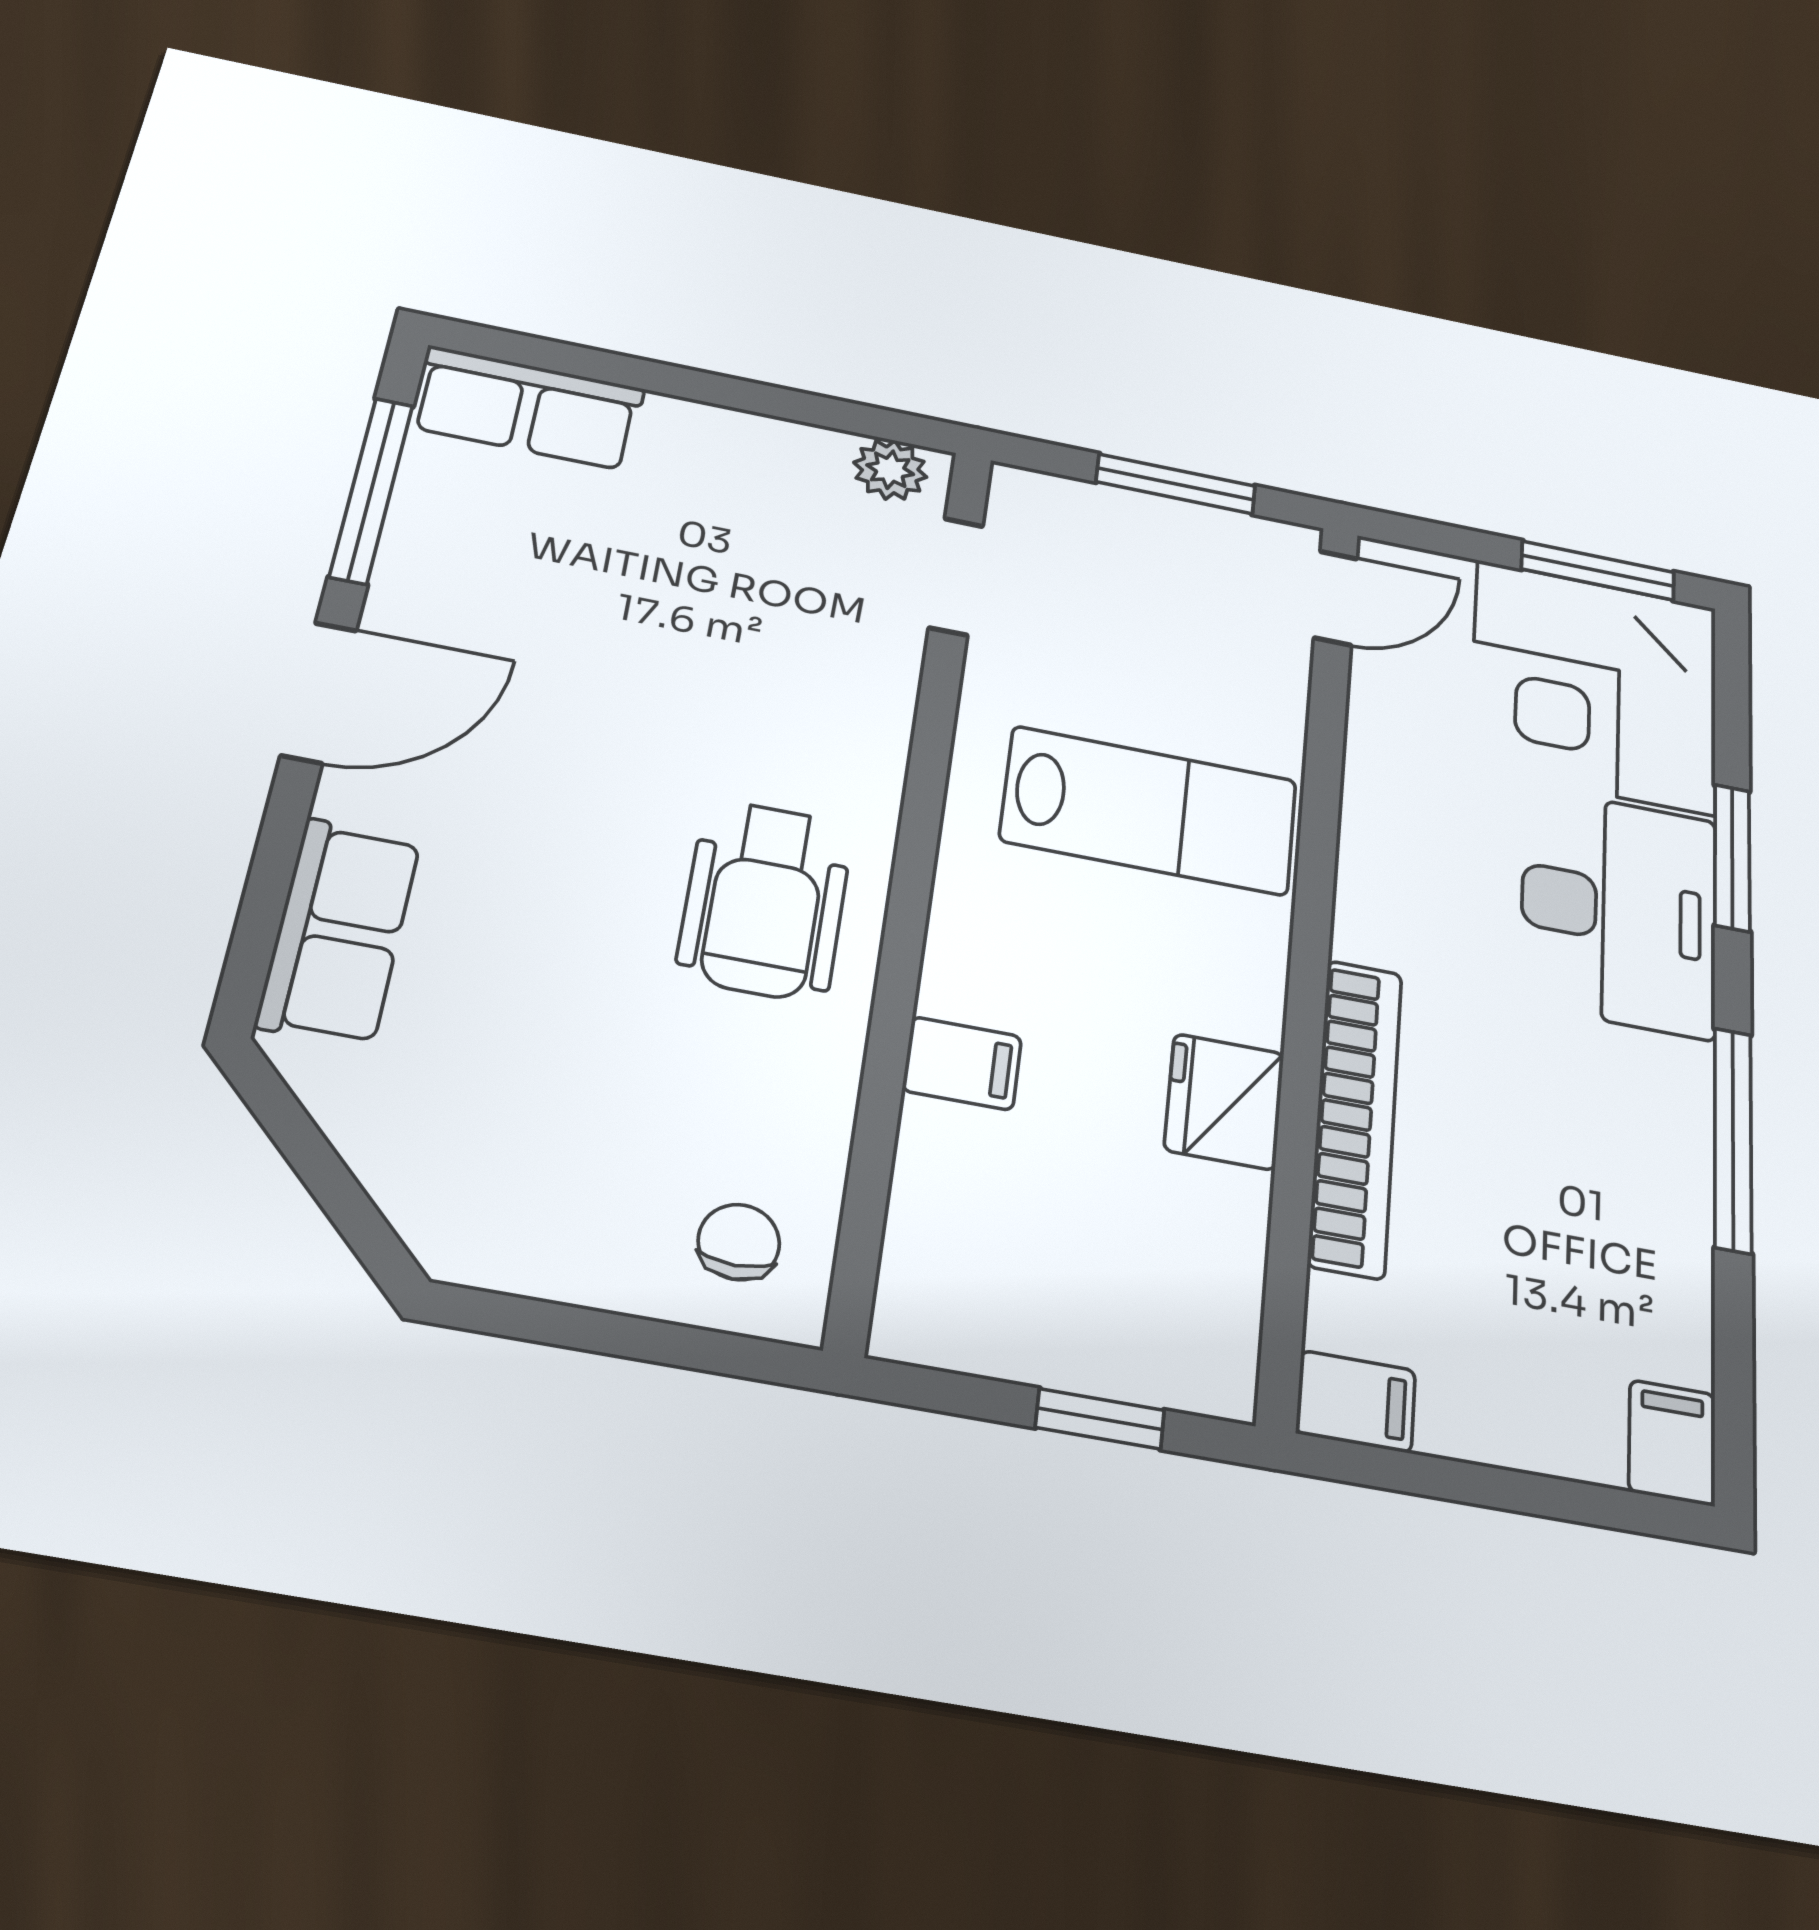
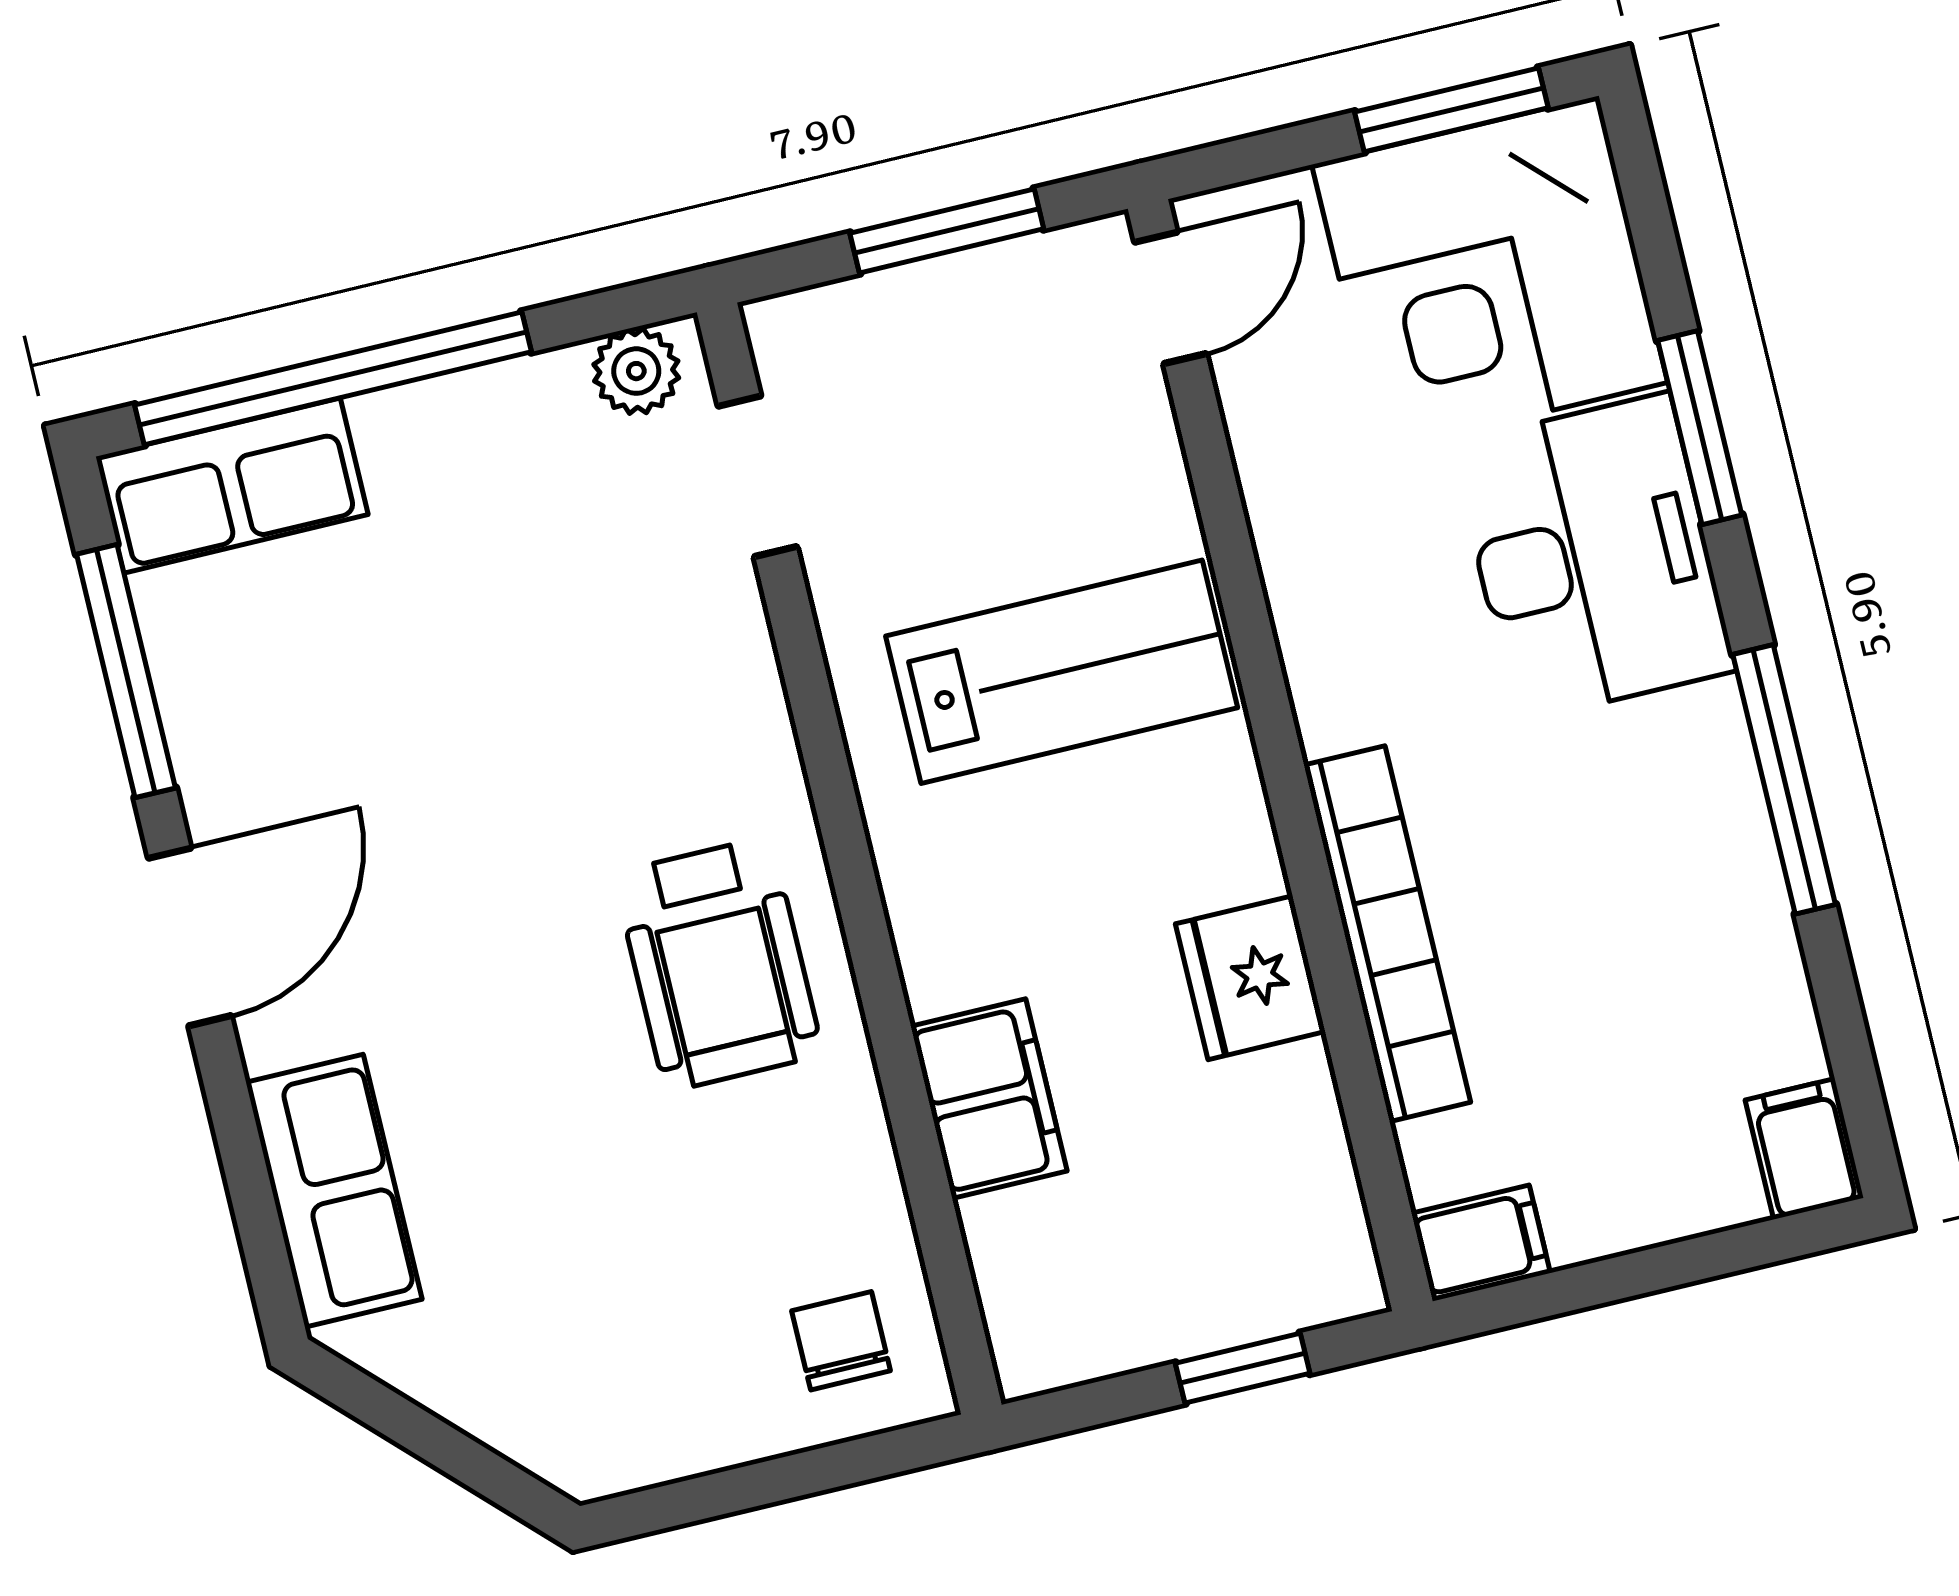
window: (646, 375) -> (333, 378), added
filing cabinet: (962, 1063) -> (989, 1099), width x2.00

